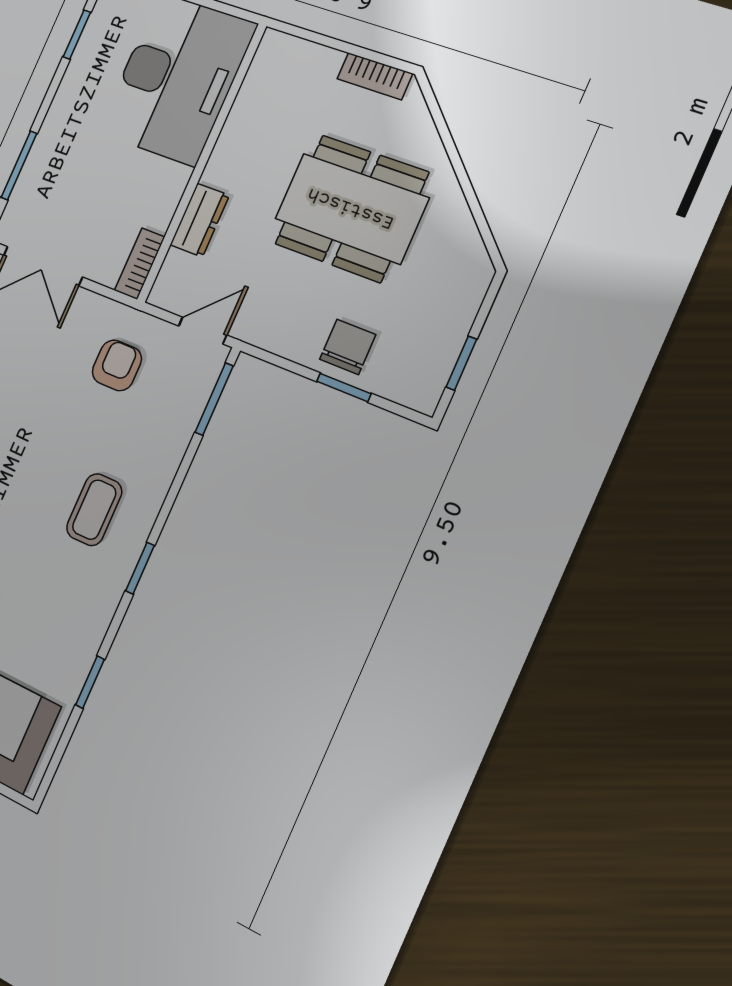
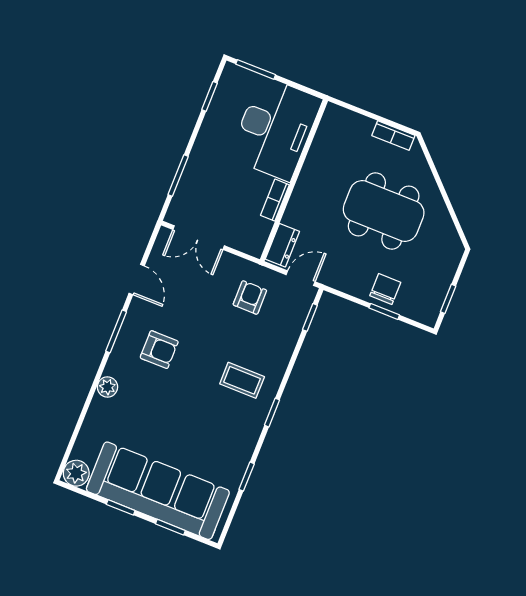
dresser: (200, 220) -> (282, 245), moved
bookcase: (140, 264) -> (275, 200), moved
window: (214, 399) -> (310, 317), width x0.67
coffee table: (94, 510) -> (242, 380), turned 90

